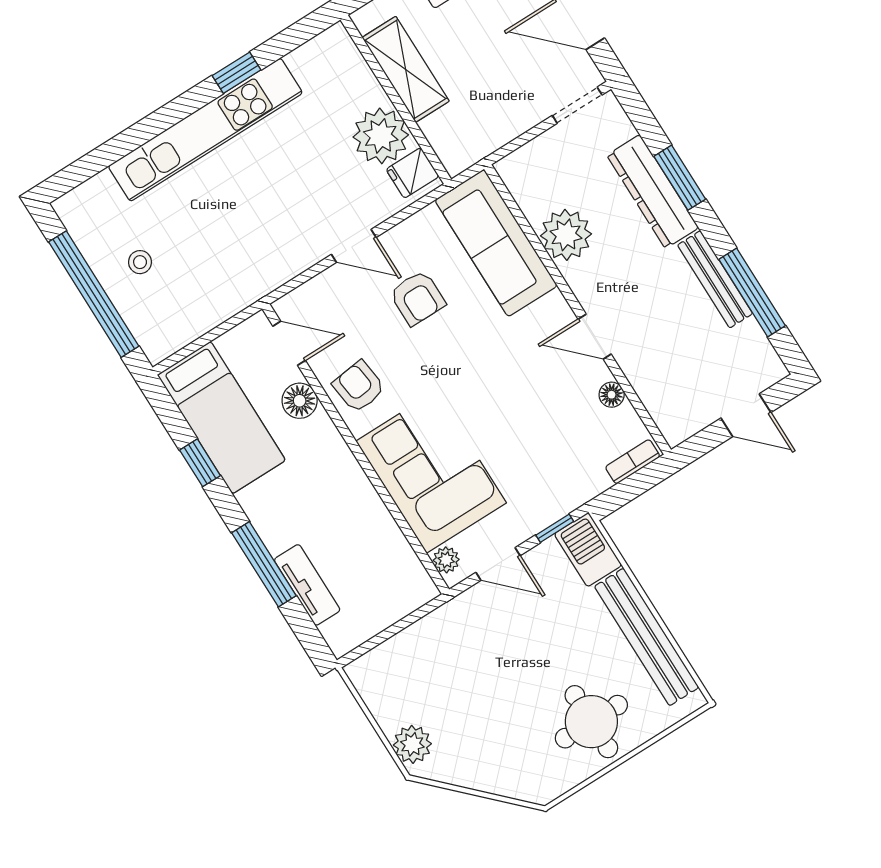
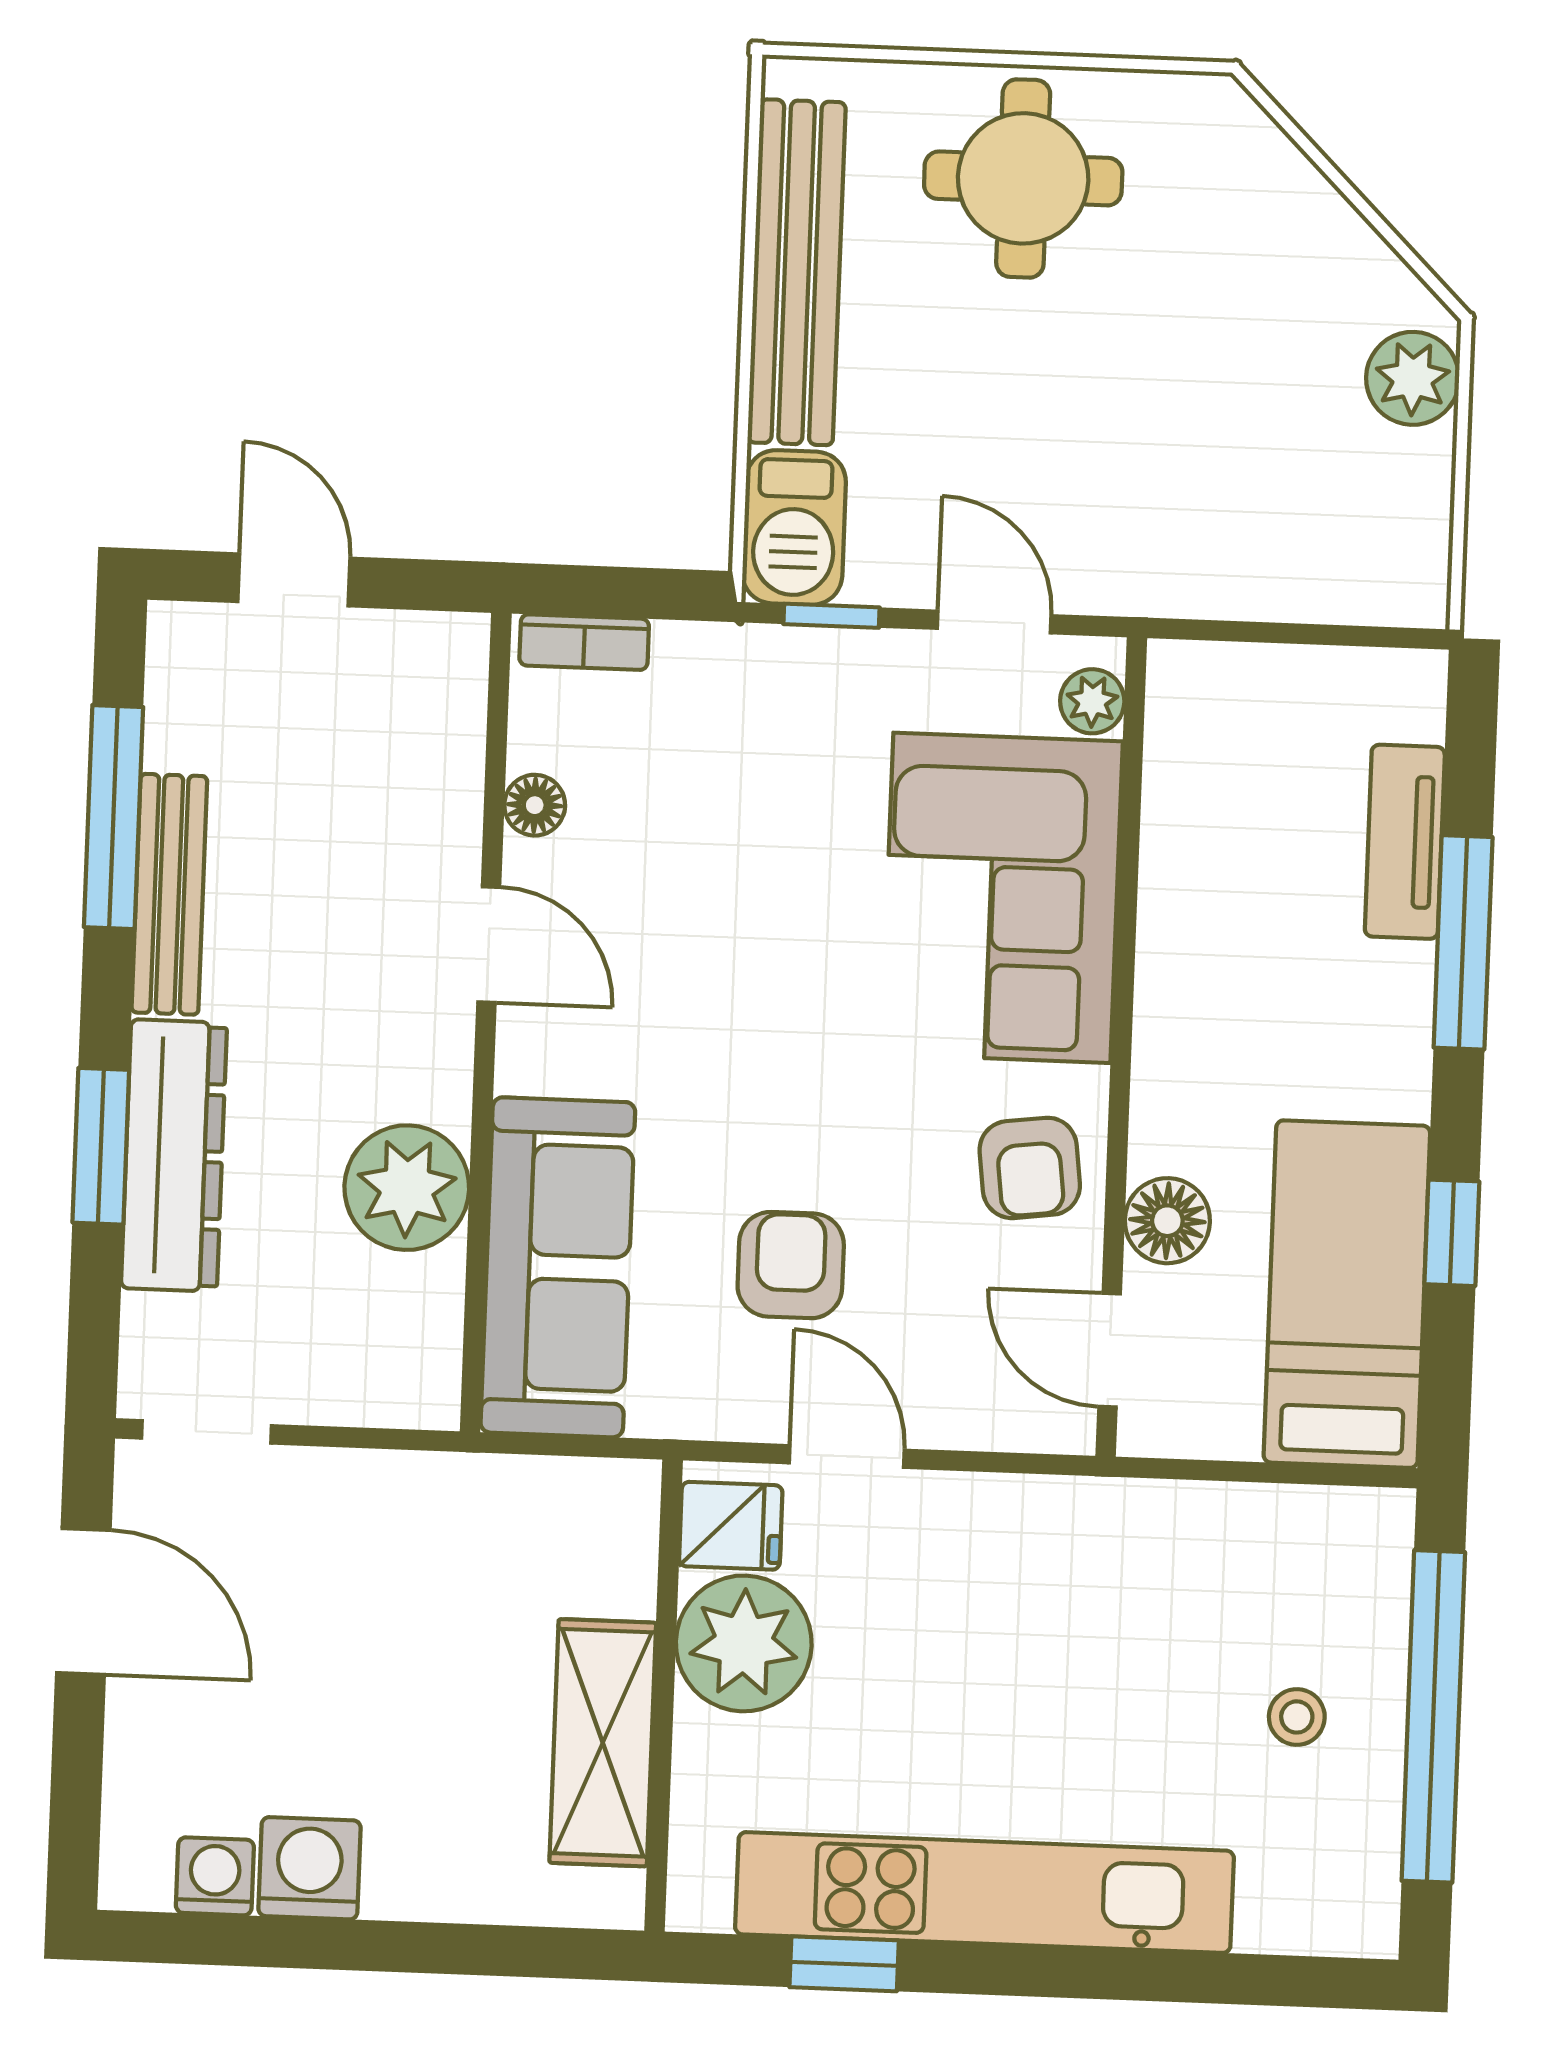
shelving: (406, 69) -> (603, 1743), moved
wall: (396, 100) -> (664, 1696), moved
plant: (381, 136) -> (744, 1643), moved
fridge: (413, 173) -> (731, 1526), moved

